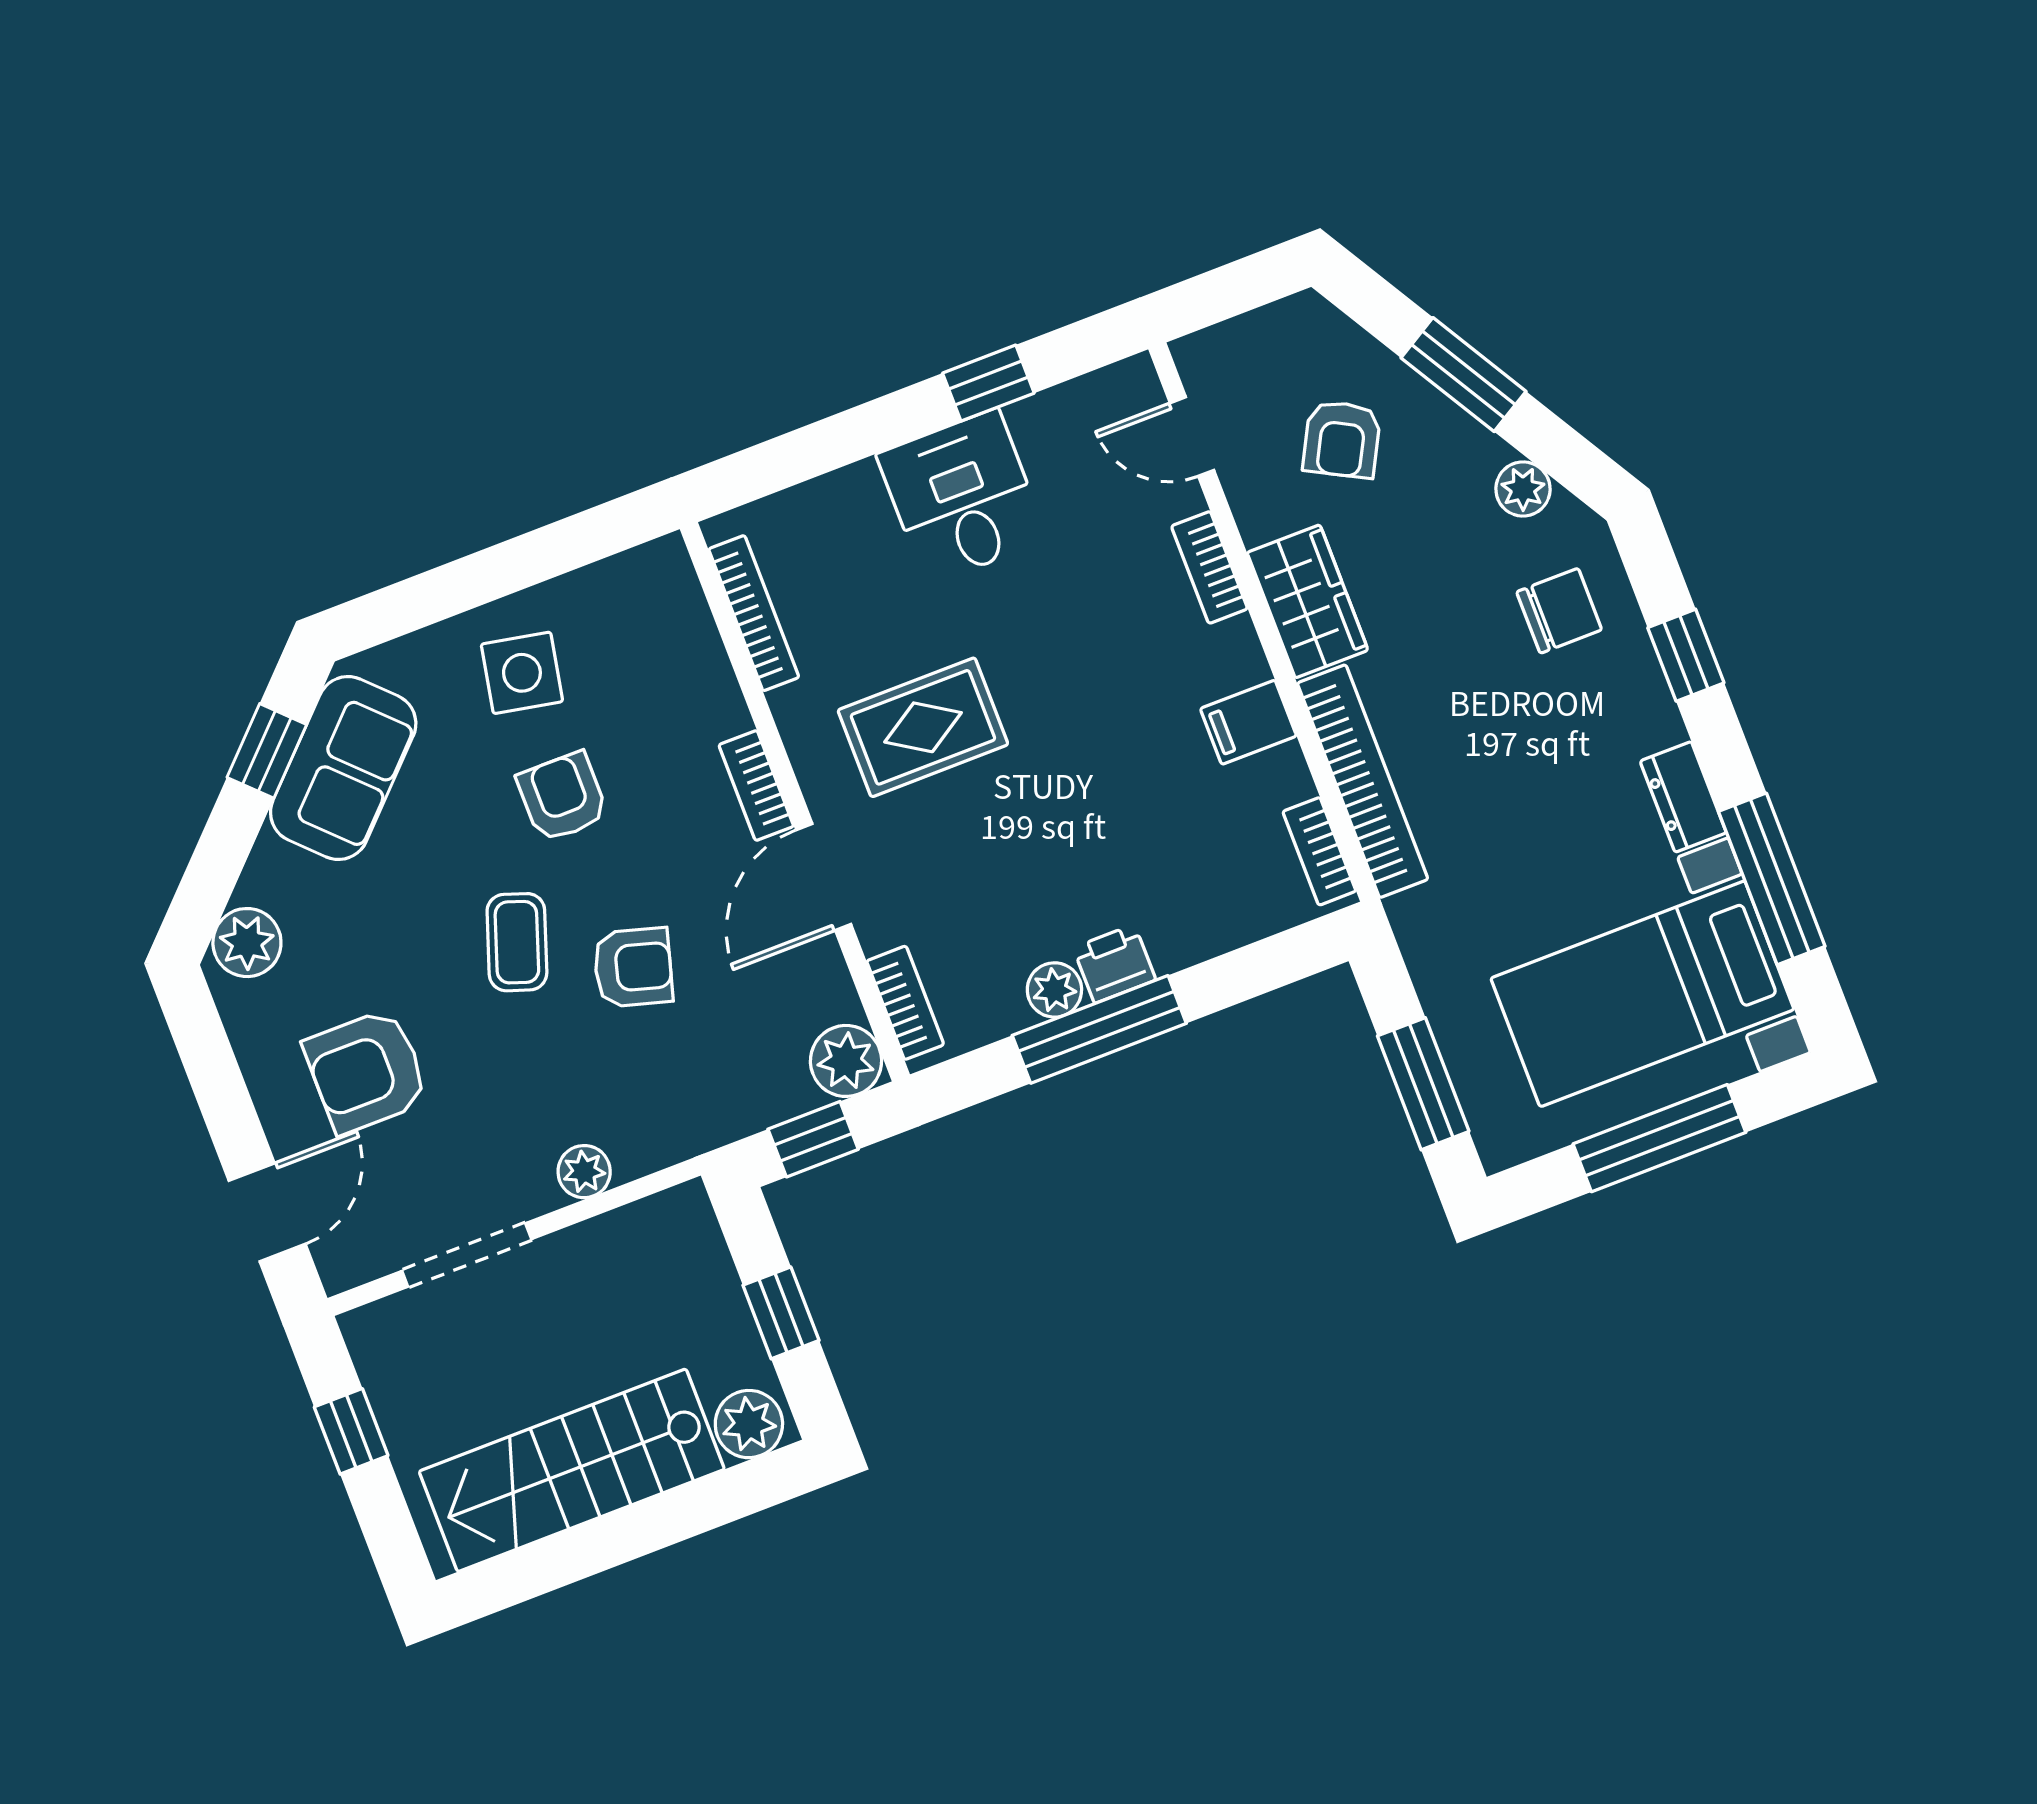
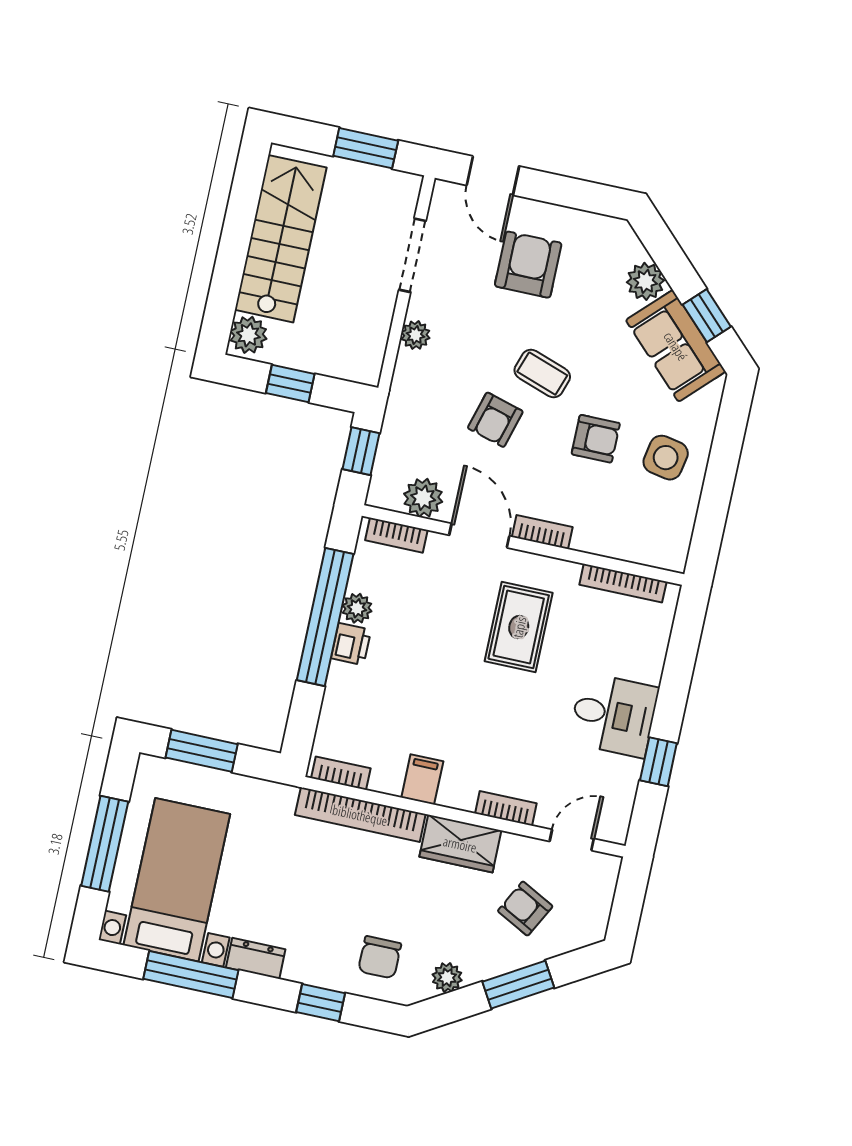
plant: (247, 943) -> (645, 281), moved
window: (1099, 1029) -> (325, 617), width x1.46
plant: (846, 1061) -> (423, 498), moved
window: (351, 1431) -> (366, 148), width x1.50

